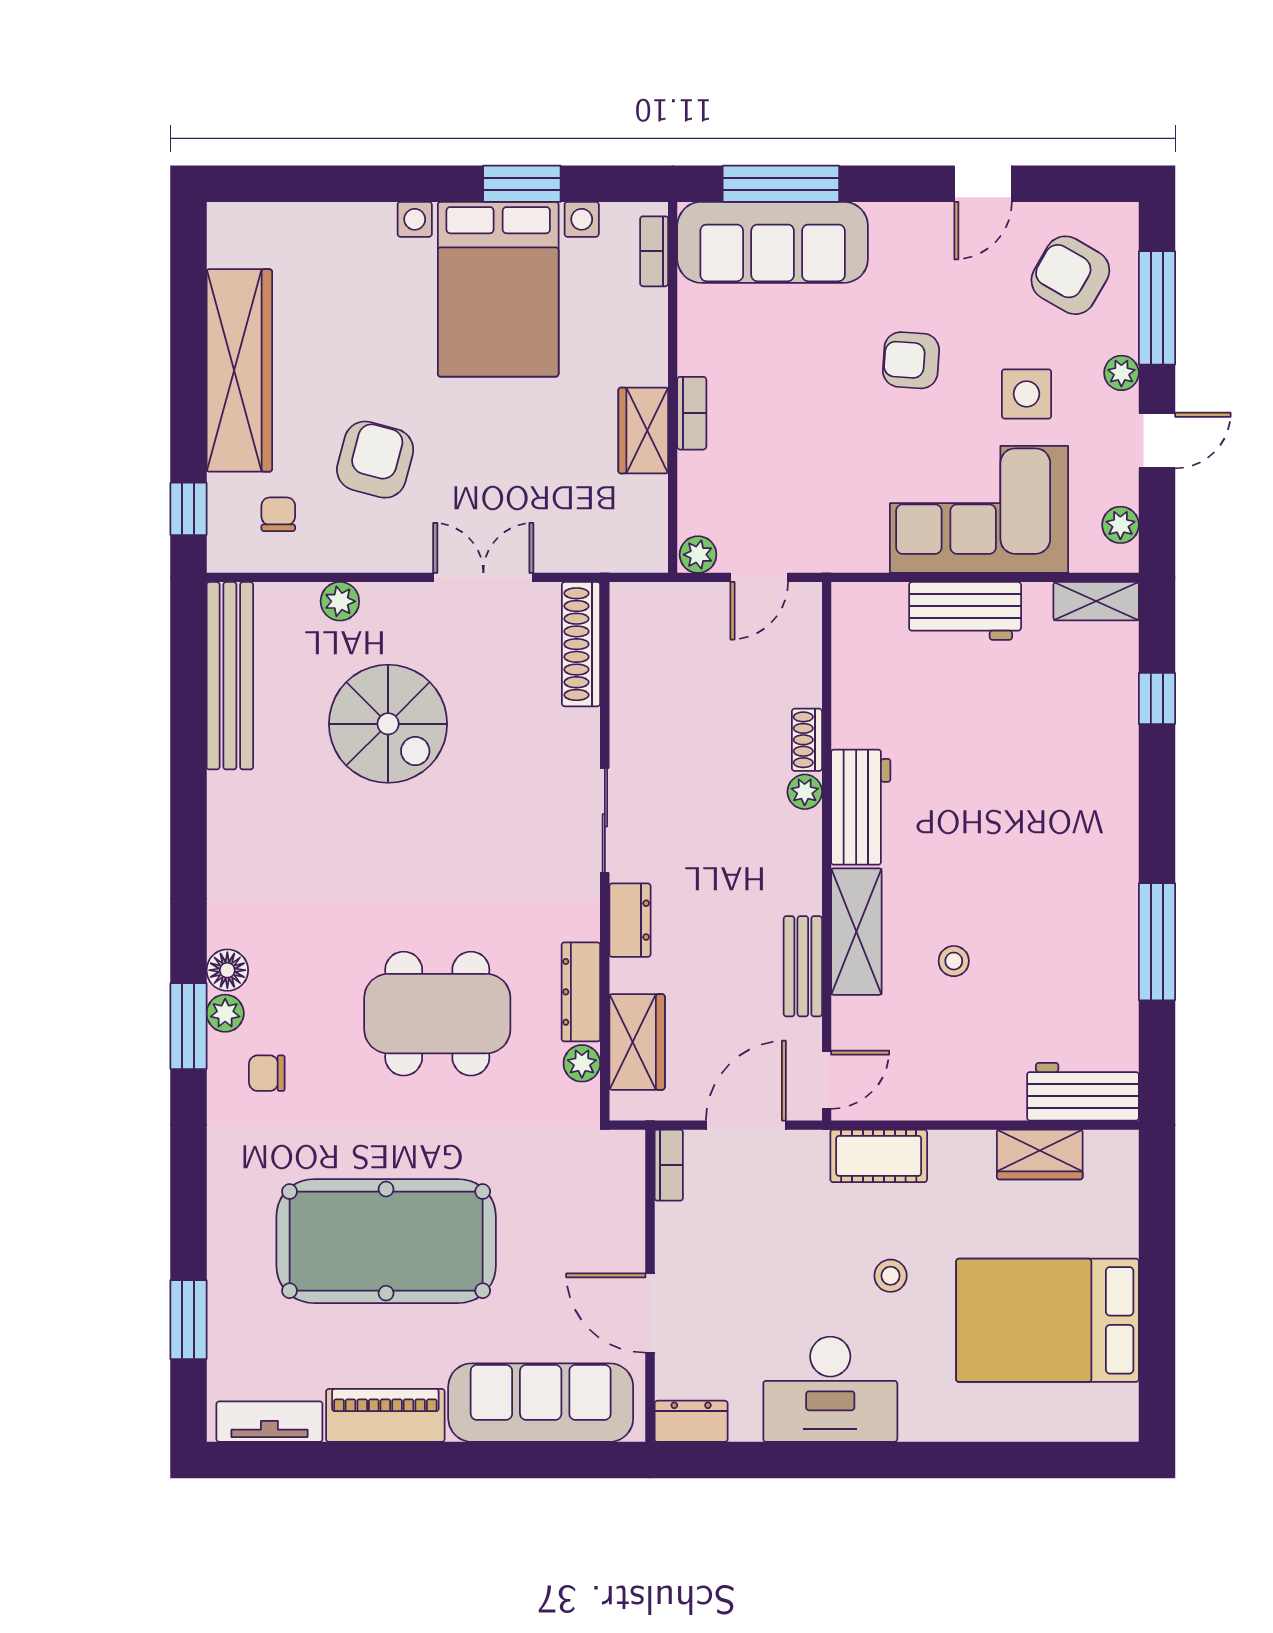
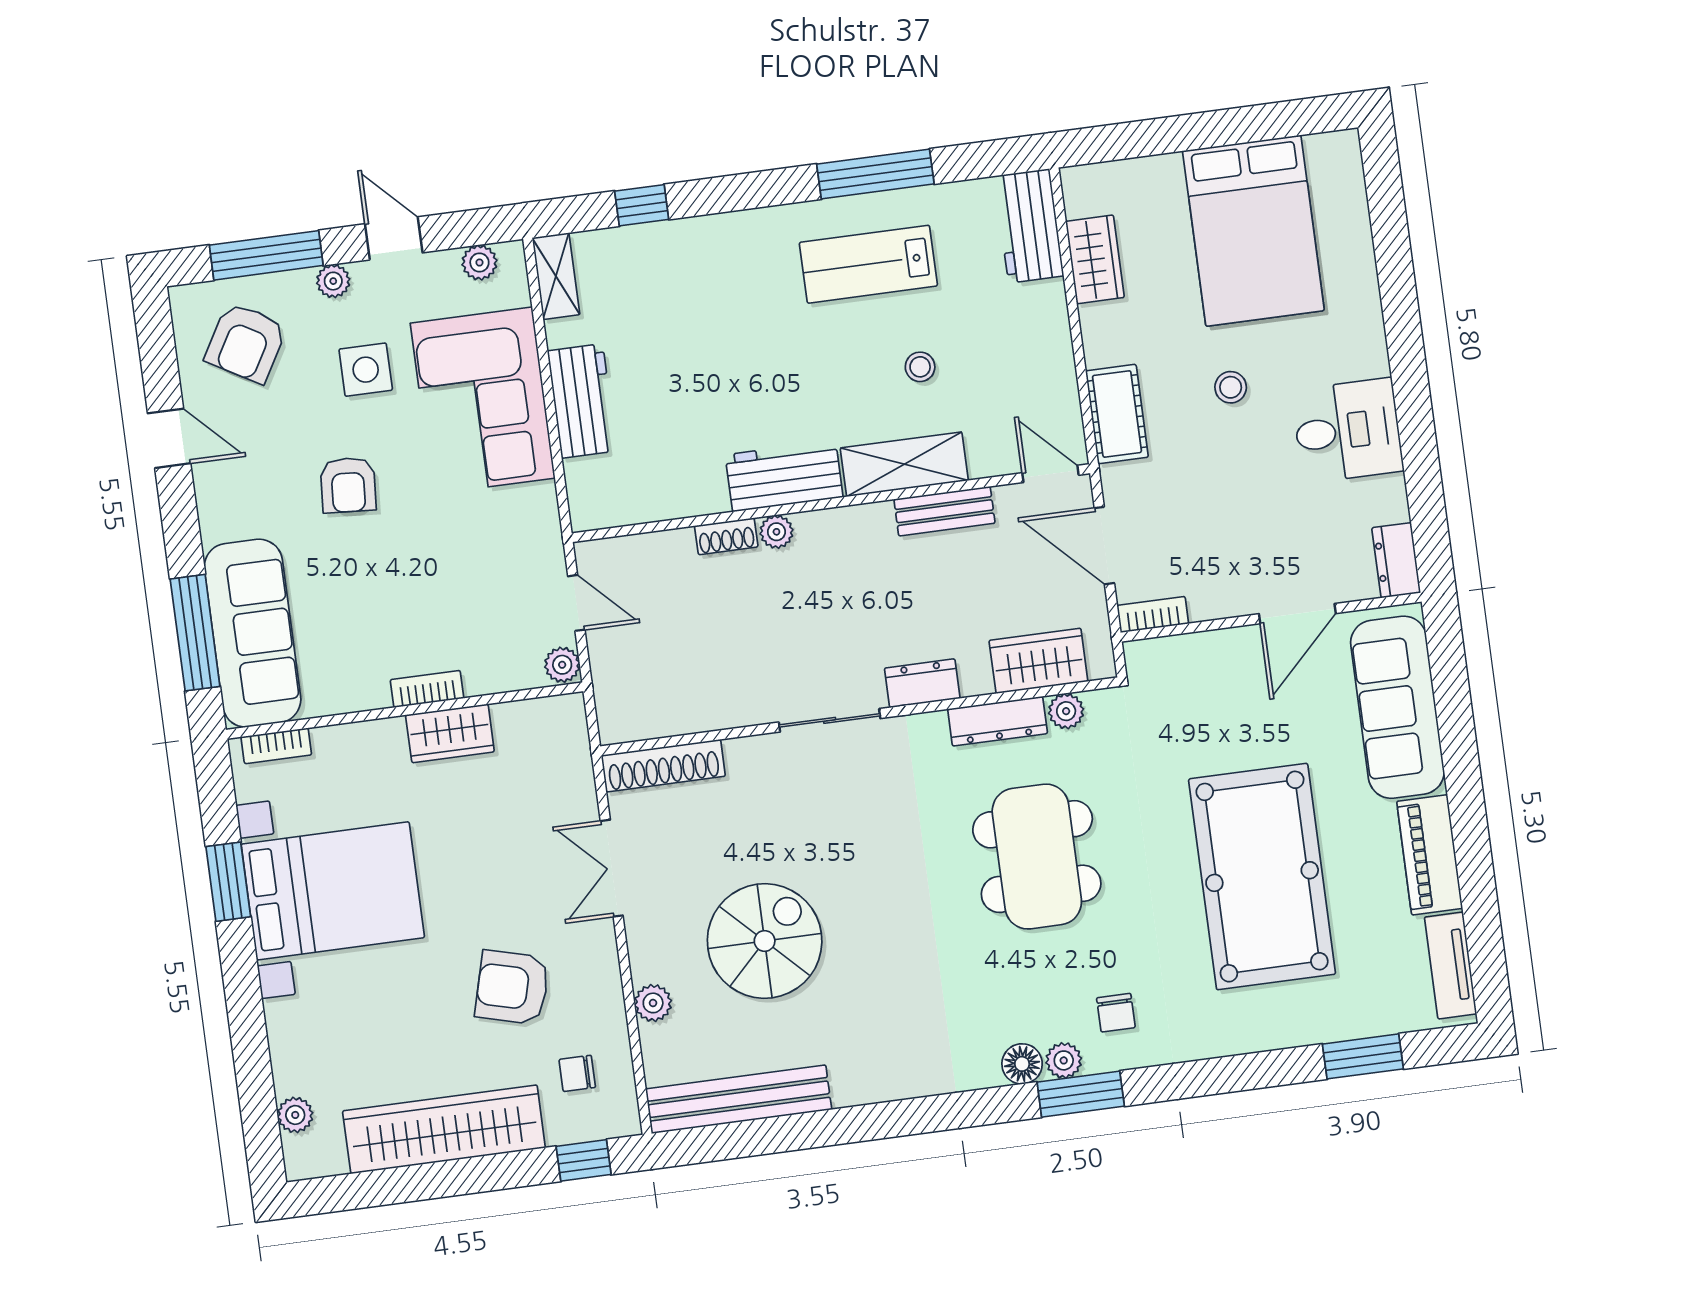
plant: (274, 220) -> (295, 1115), added
lab bench: (1066, 922) -> (868, 264), added
desk: (830, 1389) -> (1347, 431), width x0.73

